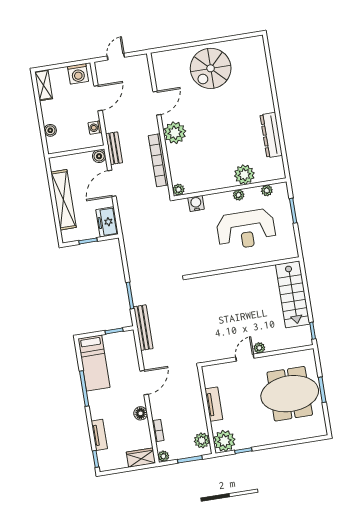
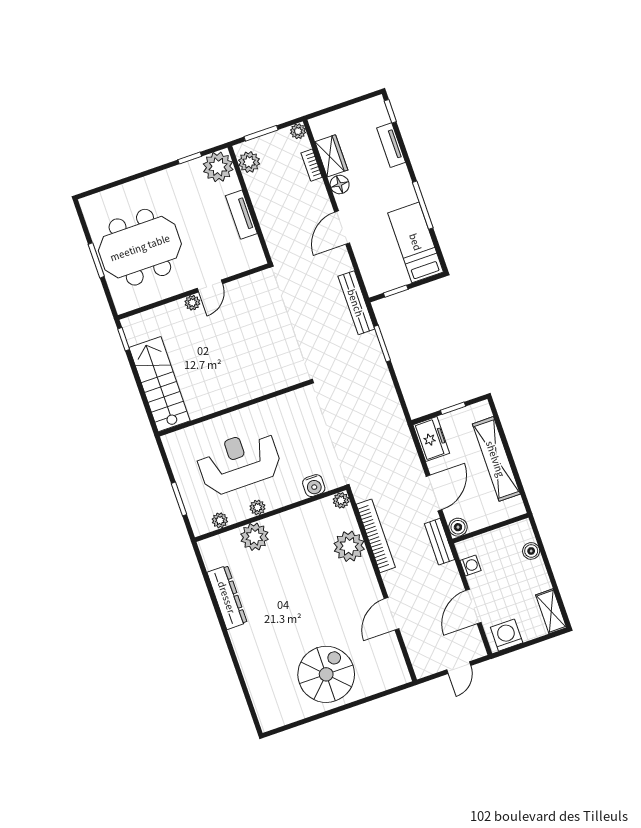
plant: (175, 133) -> (349, 546), moved
wardrobe: (141, 458) -> (331, 156), moved, turned -90

